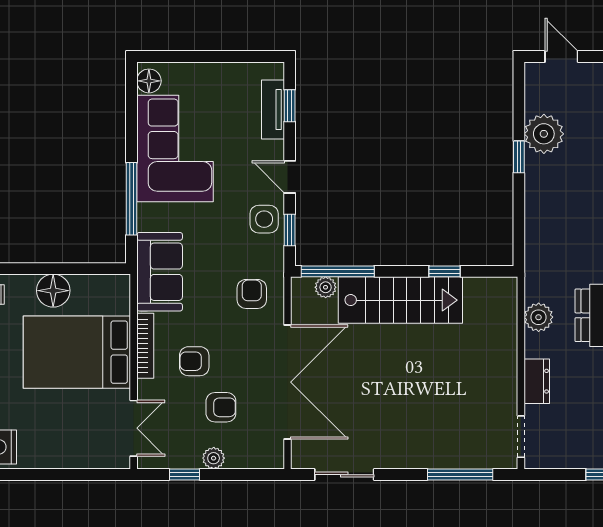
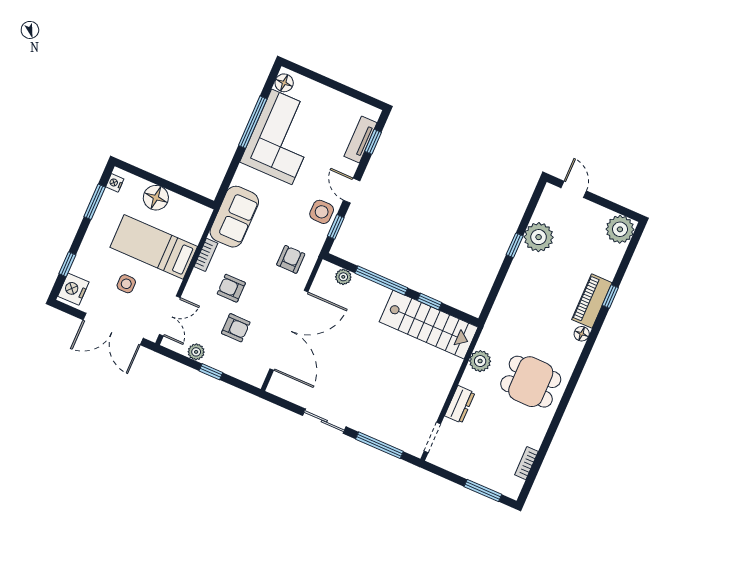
window: (132, 199) -> (253, 122), moved
window: (338, 271) -> (381, 280), moved
stairs: (400, 300) -> (429, 325), moved
bookcase: (145, 346) -> (206, 255), width x0.64
bed: (77, 352) -> (154, 247), width x0.67
side table: (63, 412) -> (126, 284), added
plant: (214, 458) -> (196, 352), moved
double door: (71, 475) -> (113, 329), added
window: (184, 475) -> (211, 372), moved
sliding door: (344, 475) -> (324, 421), moved

